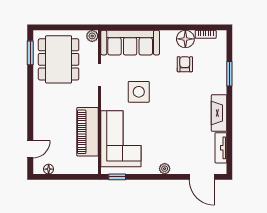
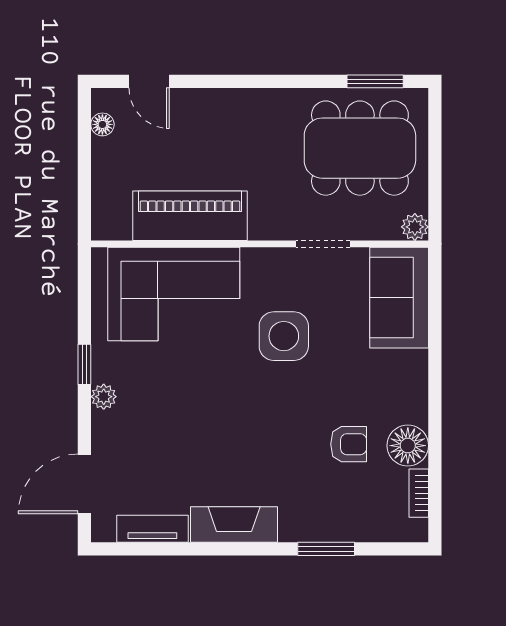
sofa: (130, 43) -> (399, 298), width x0.73
window: (117, 177) -> (84, 364), moved

